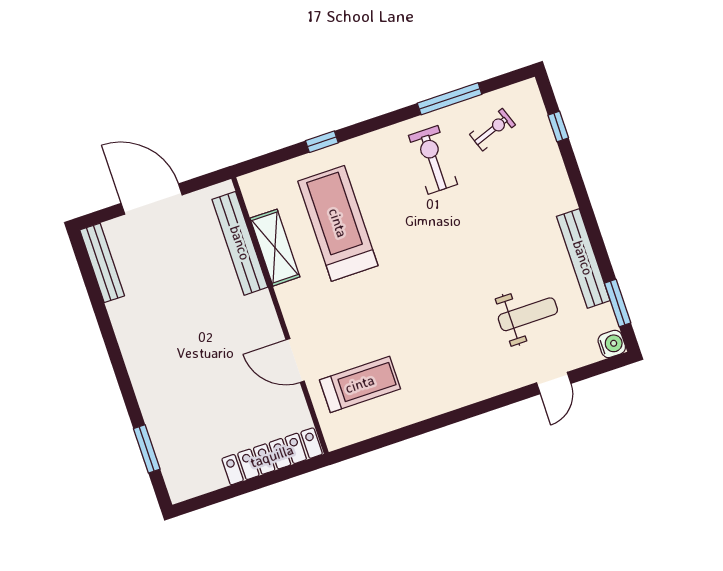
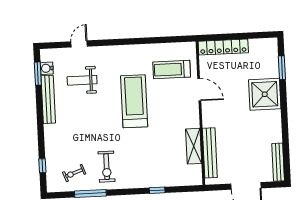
treadmill: (338, 223) -> (134, 101), moved, turned 180
water cooler: (612, 344) -> (47, 68), moved
shower: (165, 387) -> (265, 94), added

